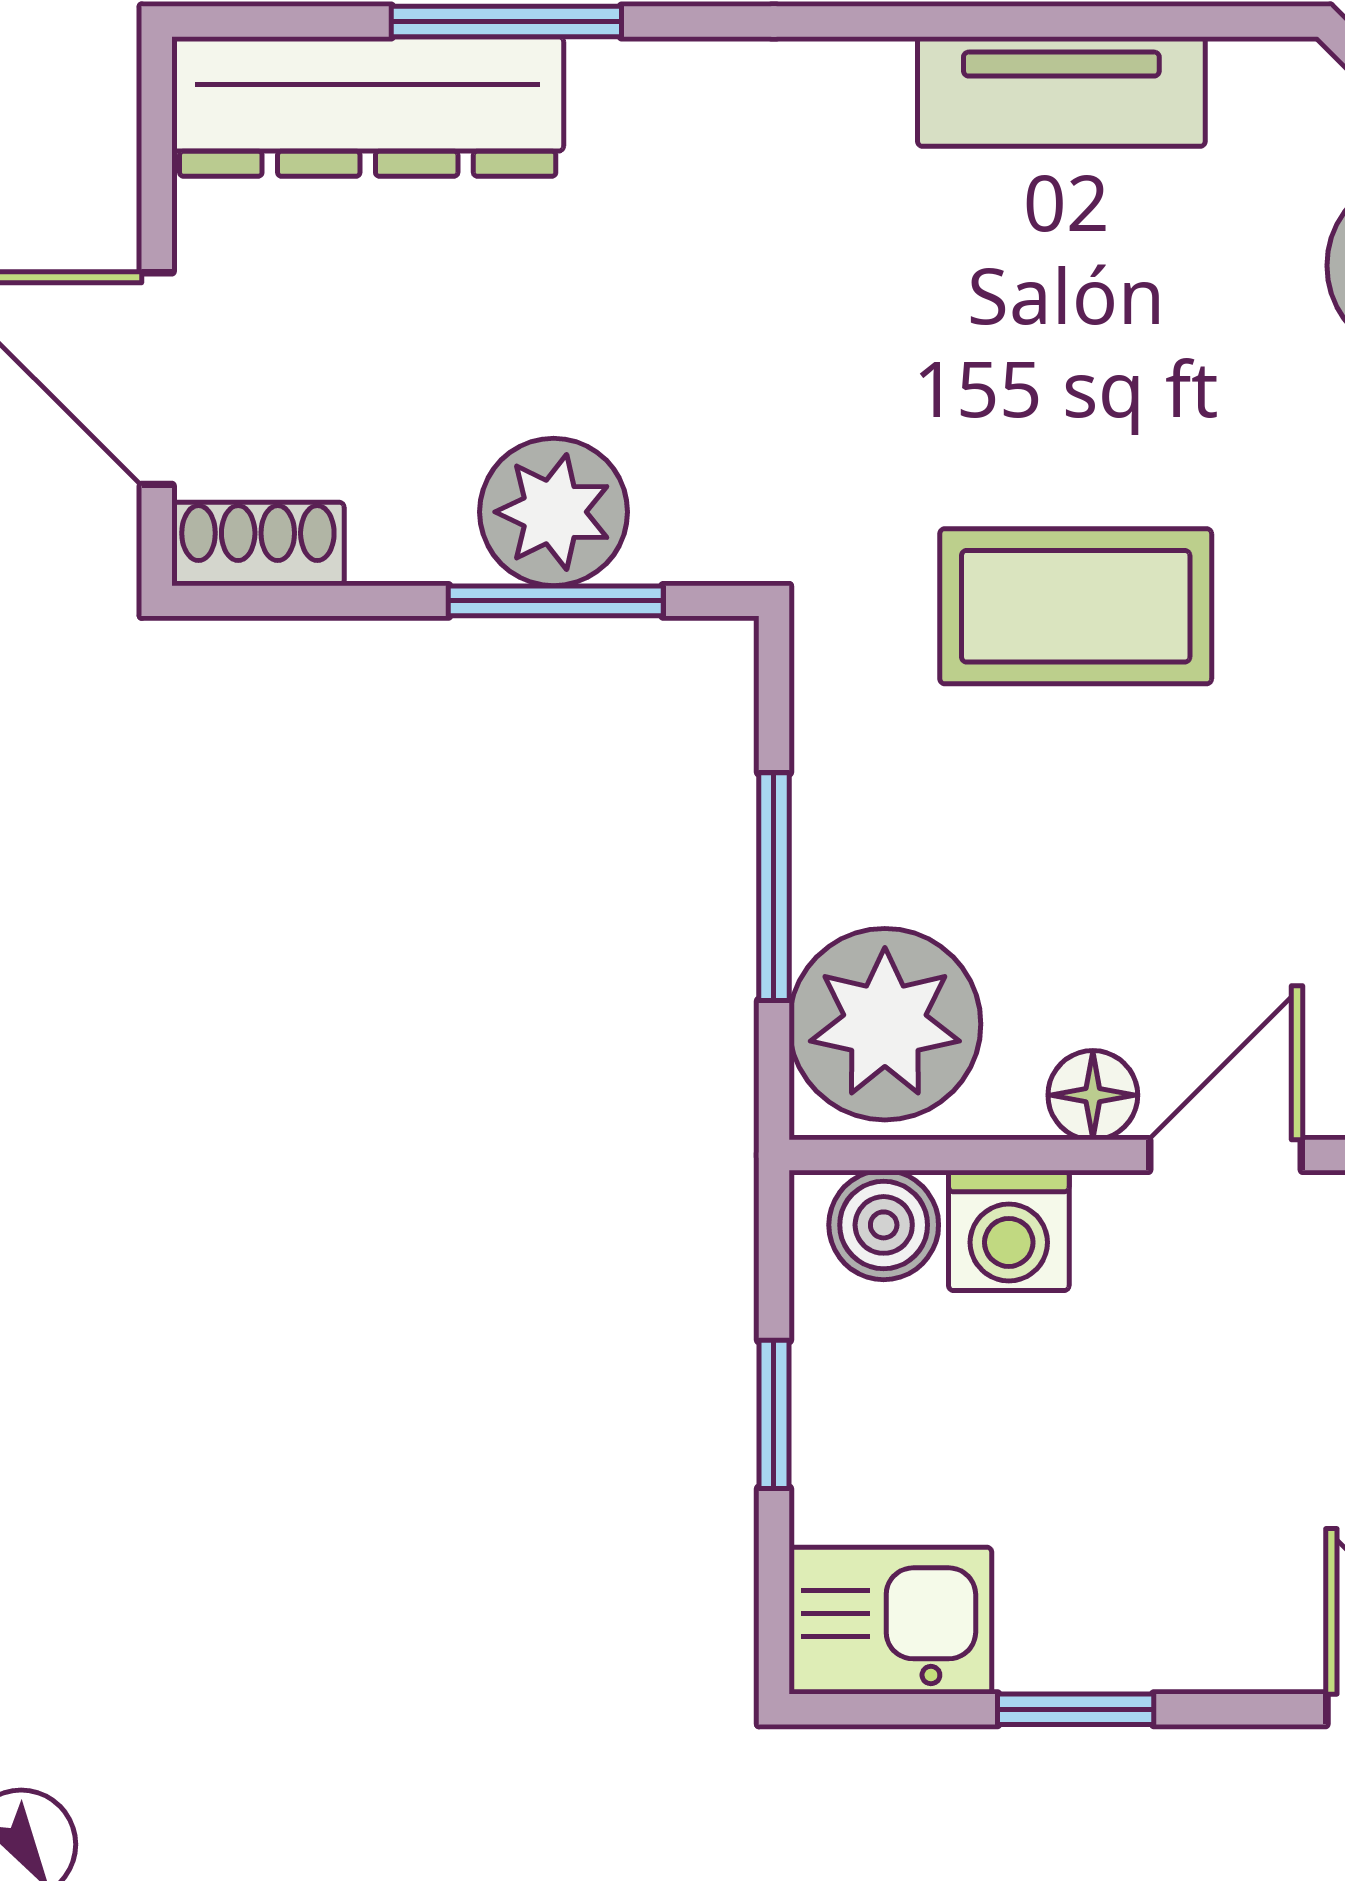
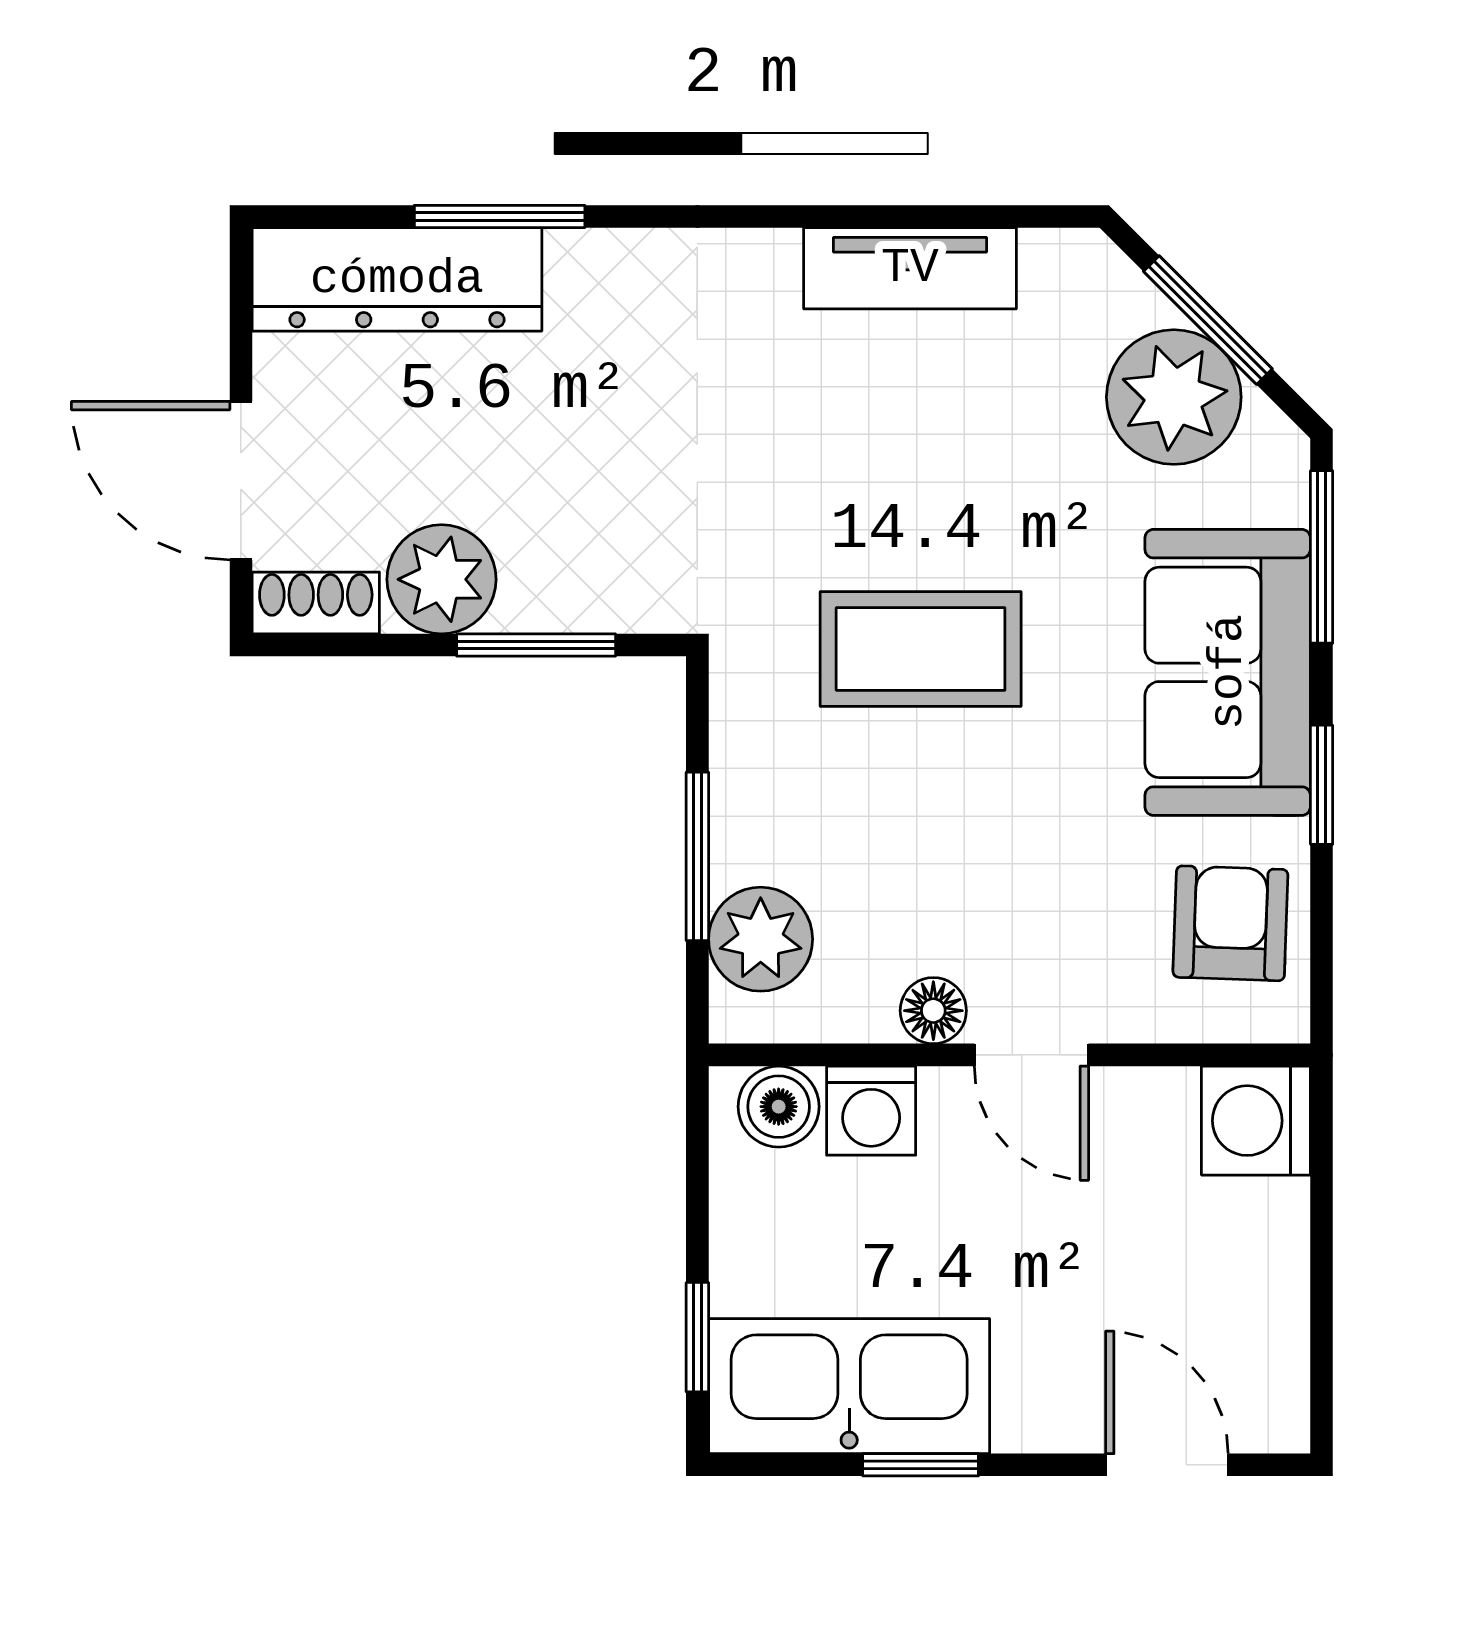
plant: (554, 512) -> (442, 579), moved
plant: (885, 1024) -> (761, 939), width x0.73, depth x0.73
door: (1225, 1155) -> (1031, 1055), swing flipped
window: (774, 1414) -> (697, 1337), moved
kitchen sink: (890, 1621) -> (849, 1386), width x1.87, depth x1.24

